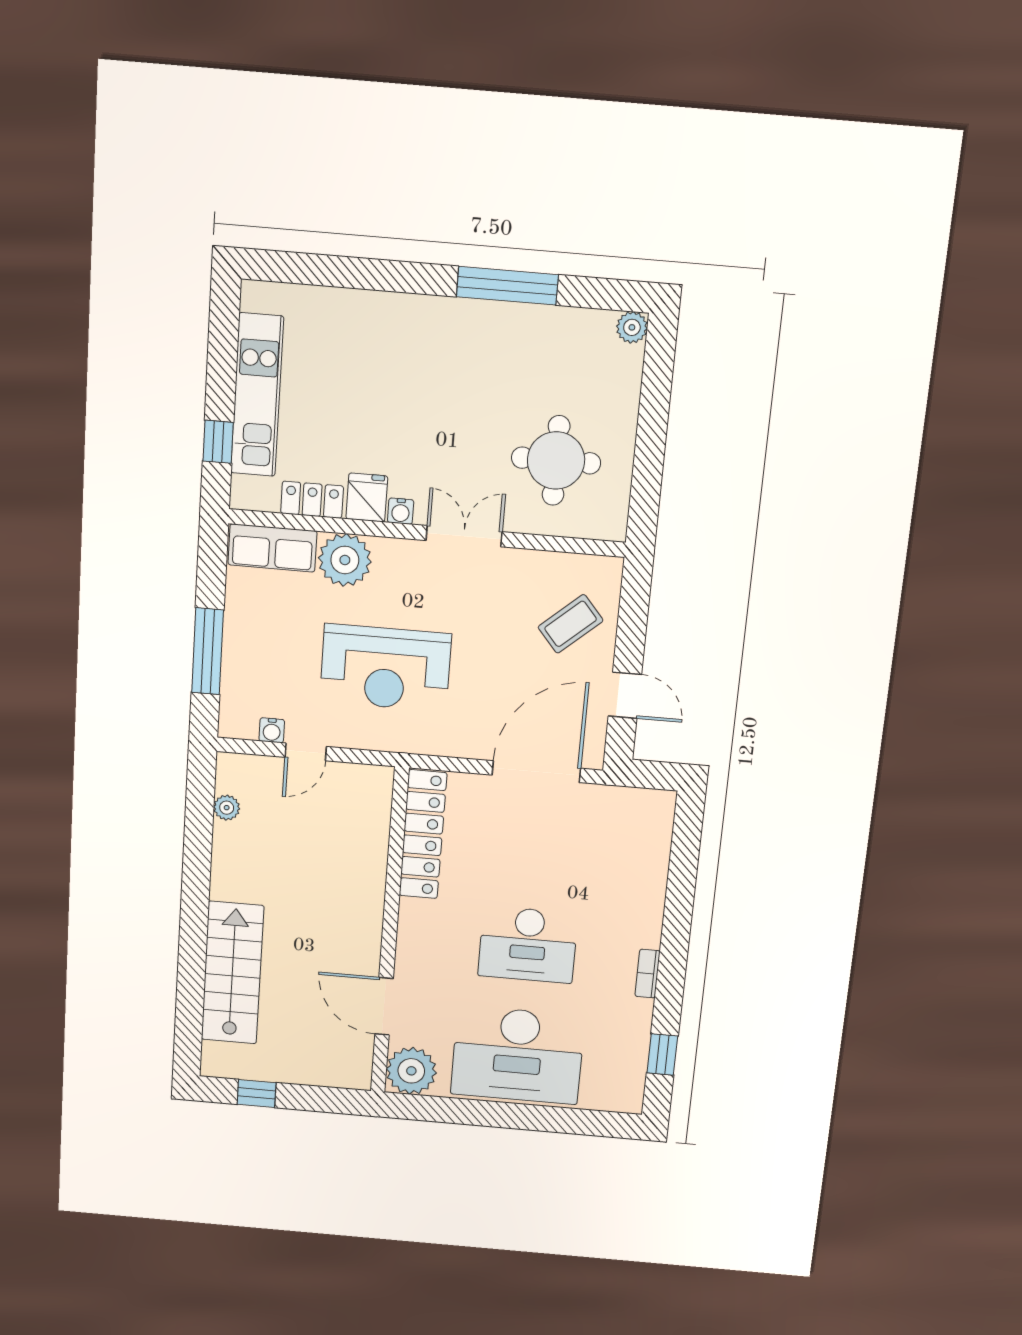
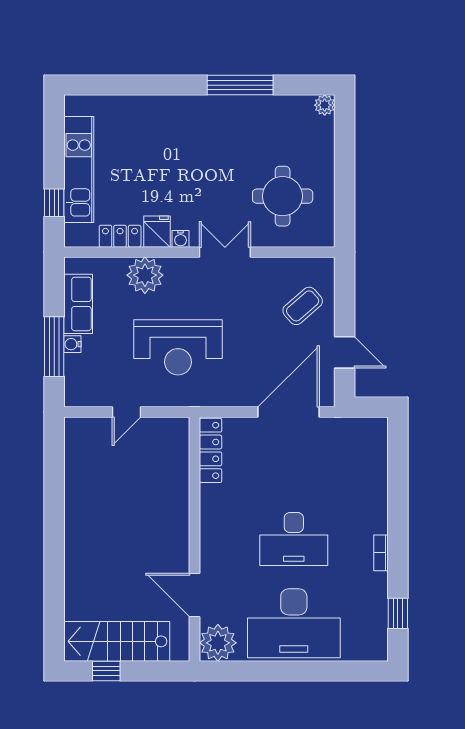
row of seats: (272, 548) -> (78, 304), moved, turned -90
water cooler: (272, 730) -> (72, 344), moved, turned 90
plant: (227, 808) -> (73, 457), removed
locker: (423, 834) -> (211, 450), width x0.71, depth x0.83
stairs: (232, 973) -> (117, 641), moved, turned -90

